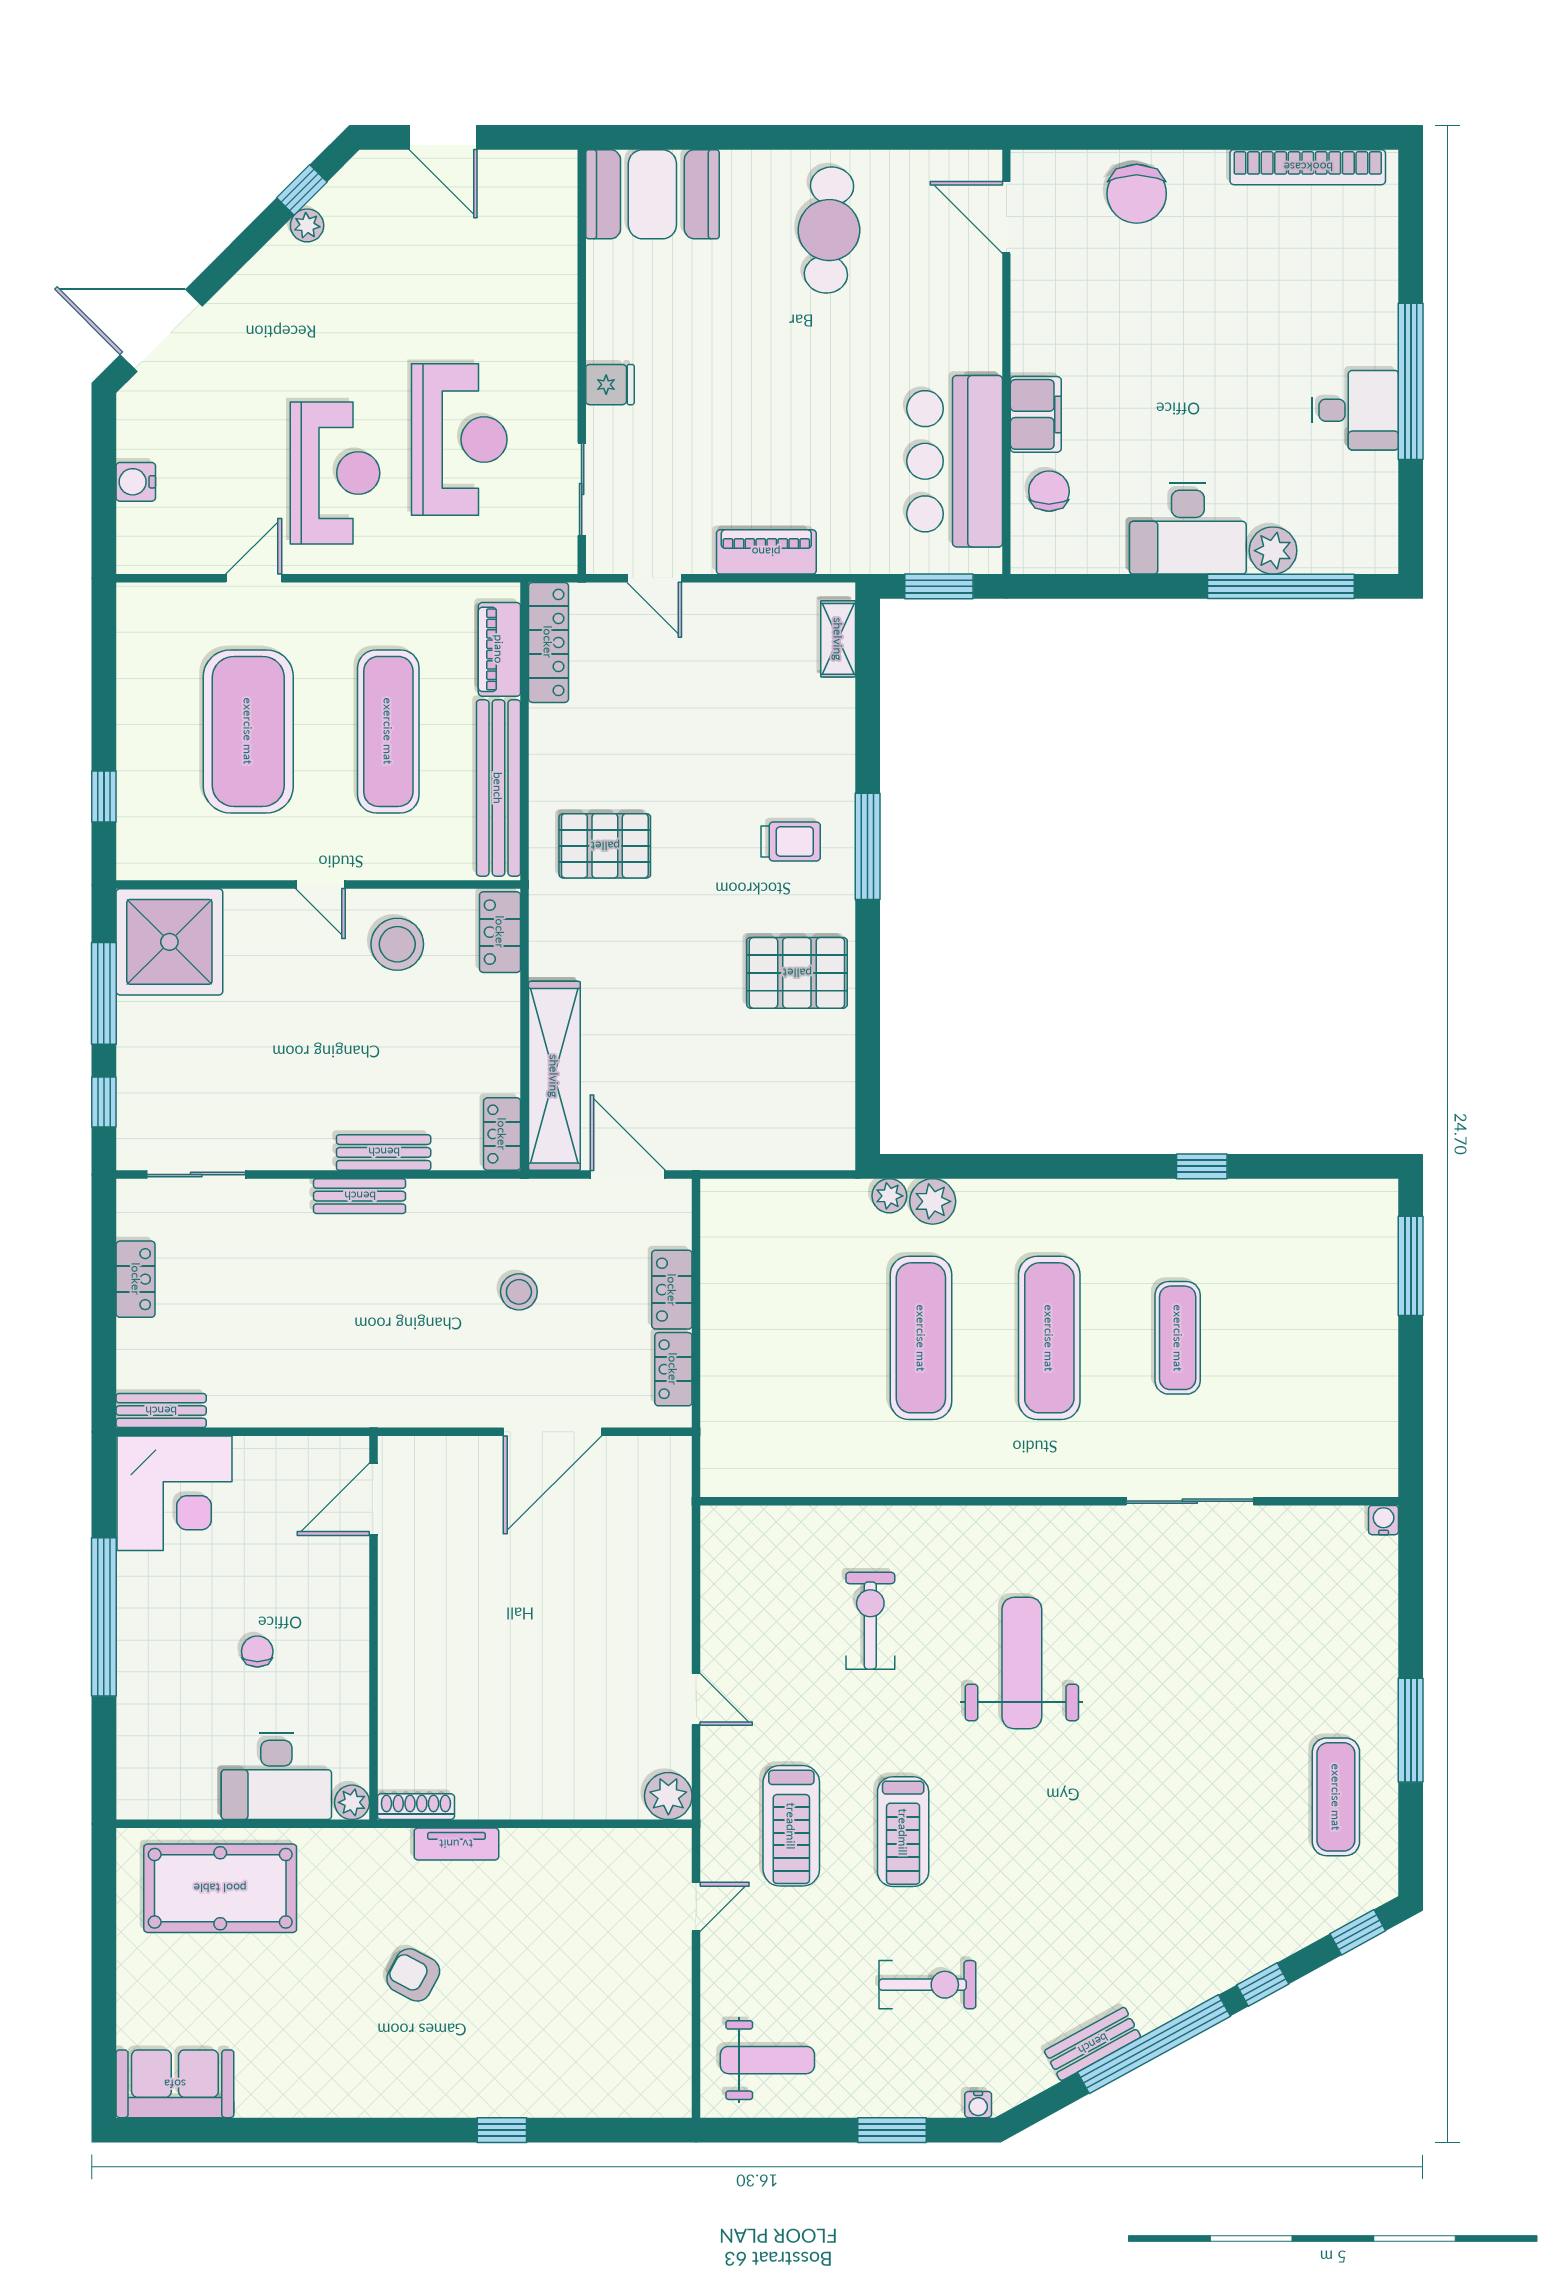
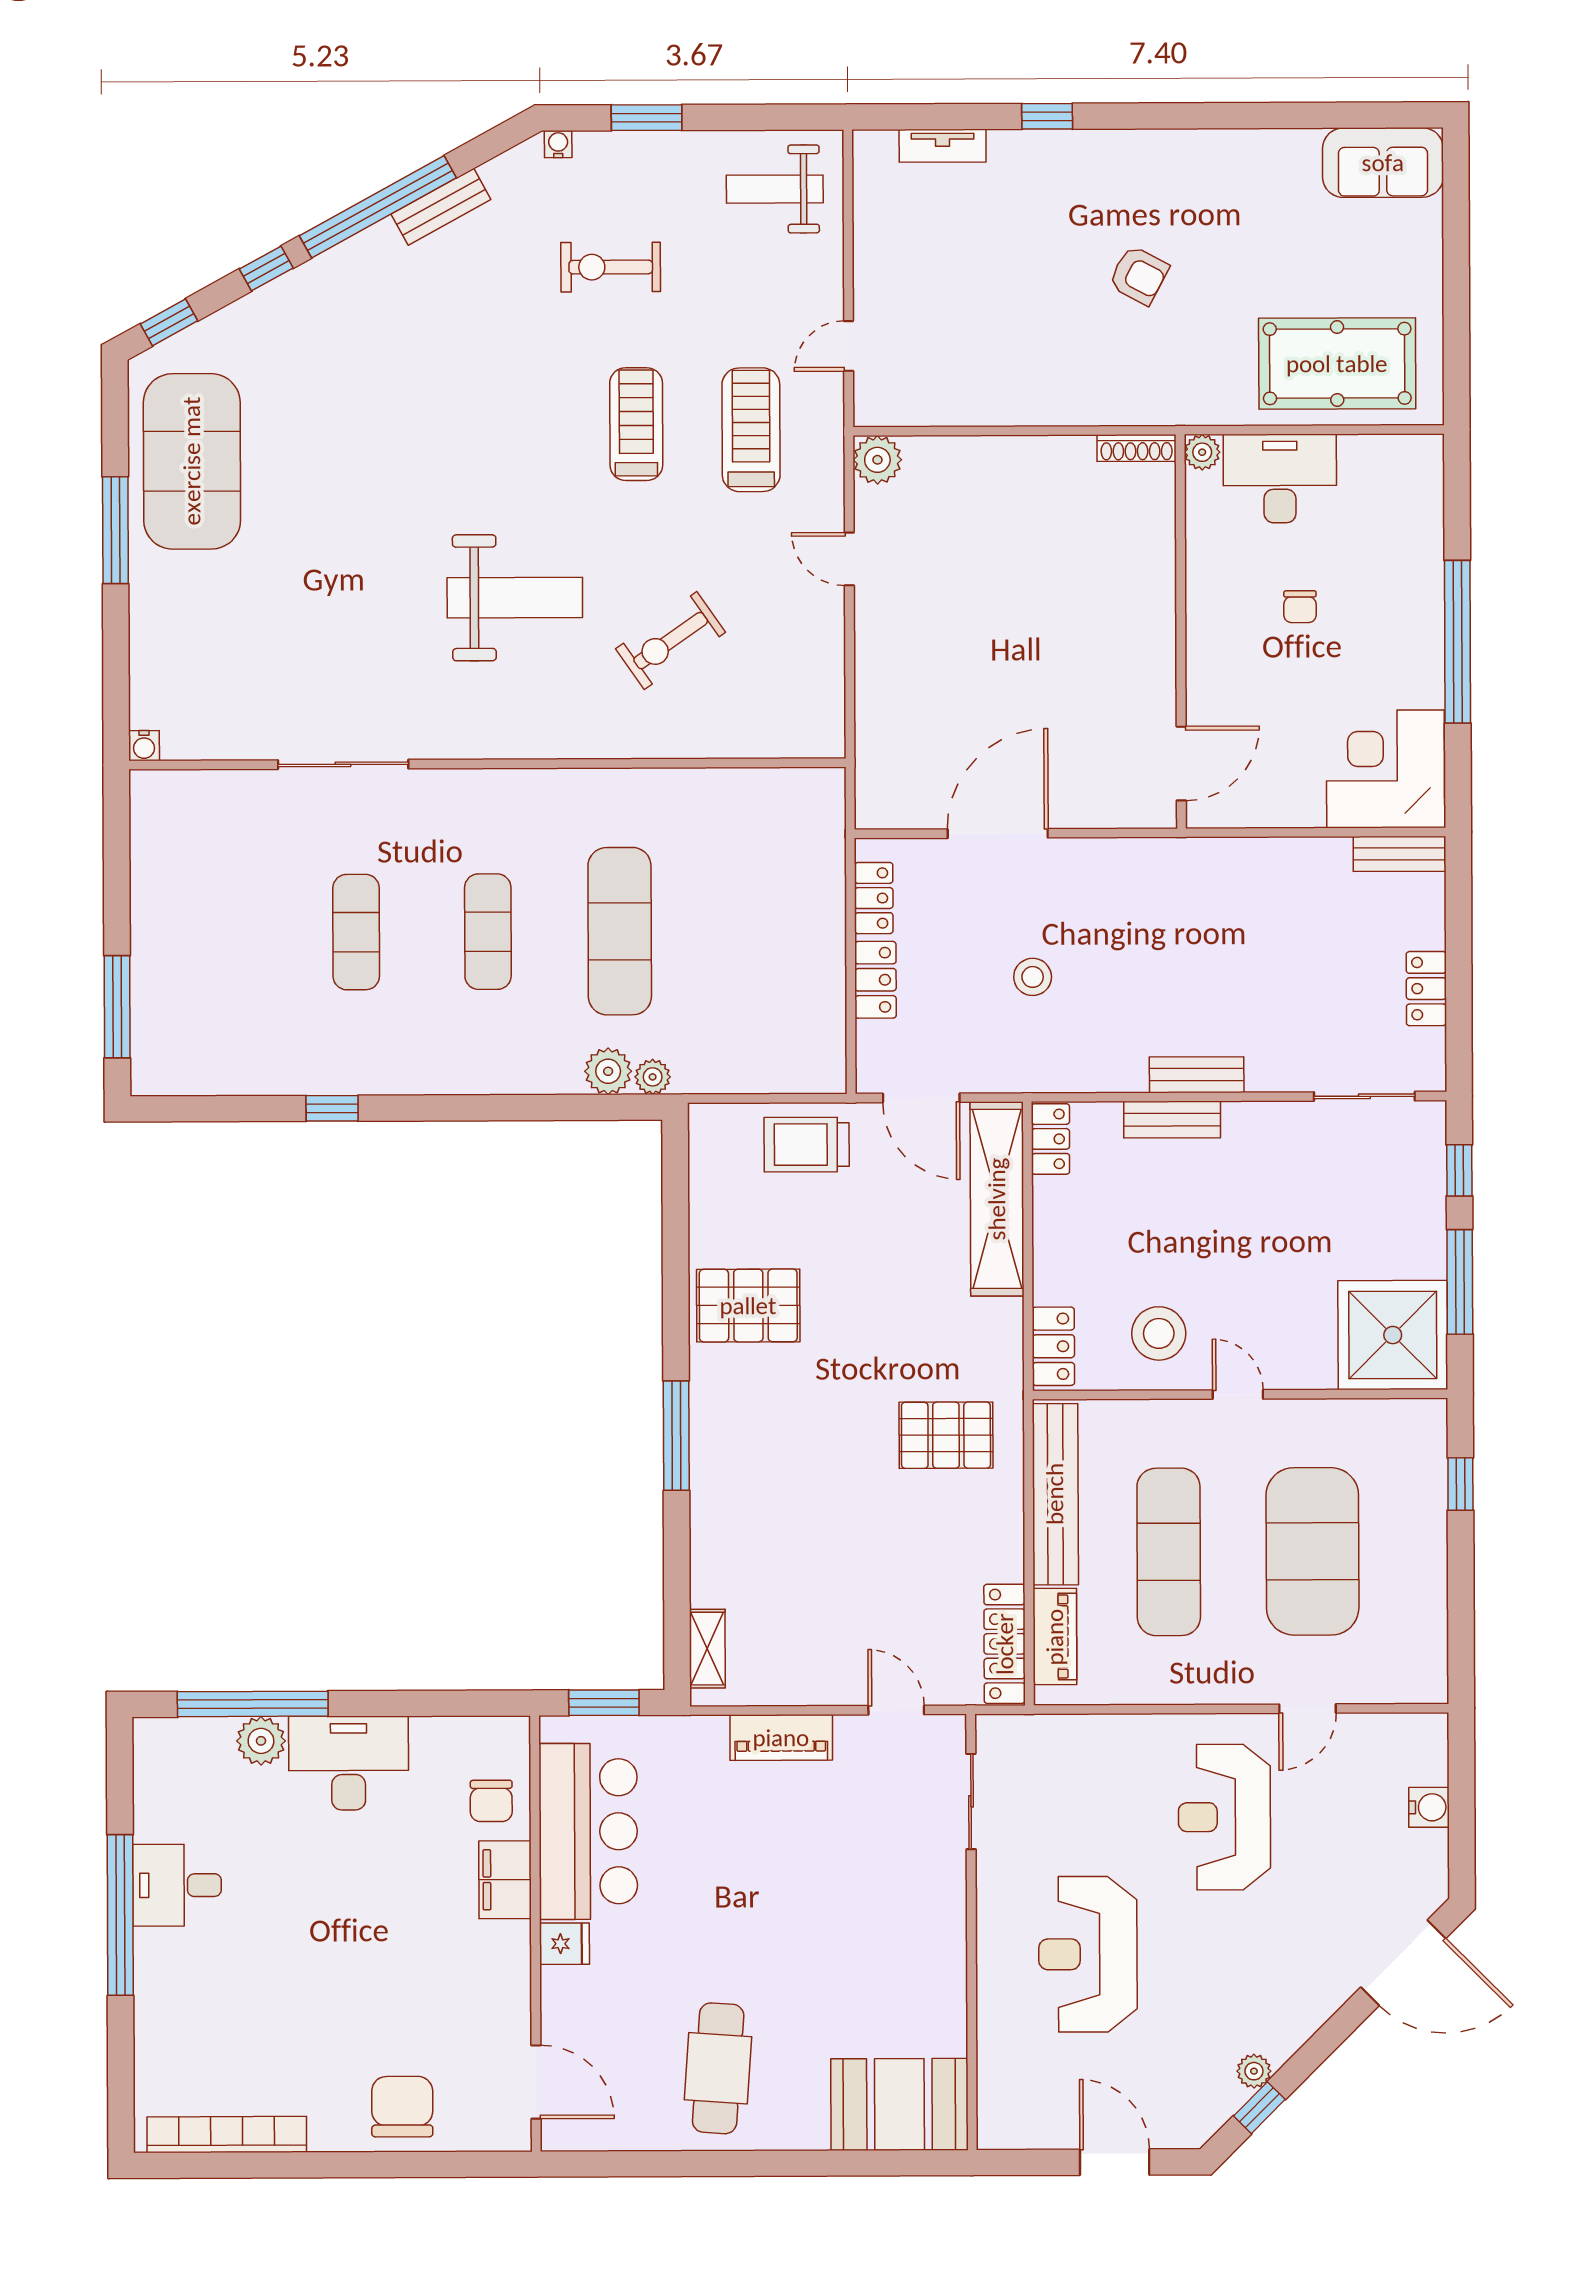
fridge: (610, 385) -> (564, 1944), moved, turned 180
reception desk: (459, 440) -> (1088, 1954), moved
trolley: (791, 842) -> (807, 1145), moved, width x1.36, depth x1.39
exercise mat: (1049, 1338) -> (488, 932), width x0.73, depth x0.69
exercise bike: (870, 1621) -> (671, 641), turned 55
weight bench: (1022, 1663) -> (515, 598), turned -90
exercise mat: (1336, 1797) -> (192, 461), width x2.00, depth x1.45
tv unit: (456, 1844) -> (943, 146), moved, turned 180

